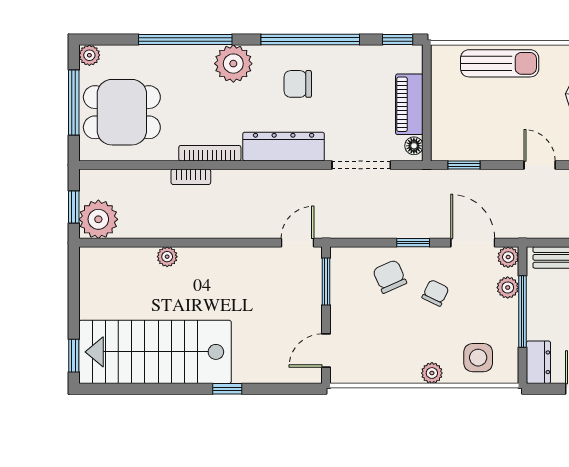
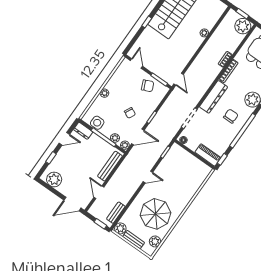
sun lounger: (500, 63) -> (191, 187), removed
piano: (409, 104) -> (208, 155), moved
plant: (98, 219) -> (243, 26), moved
chair: (390, 277) -> (148, 86), moved
side table: (478, 358) -> (97, 123), moved

